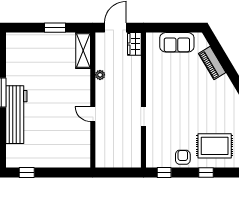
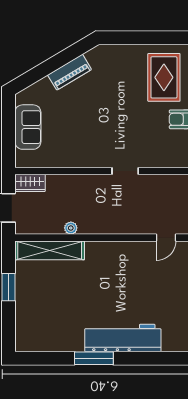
shelving: (83, 50) -> (50, 250), width x1.47
piano: (212, 63) -> (70, 72), moved
door: (93, 114) -> (166, 238), moved

